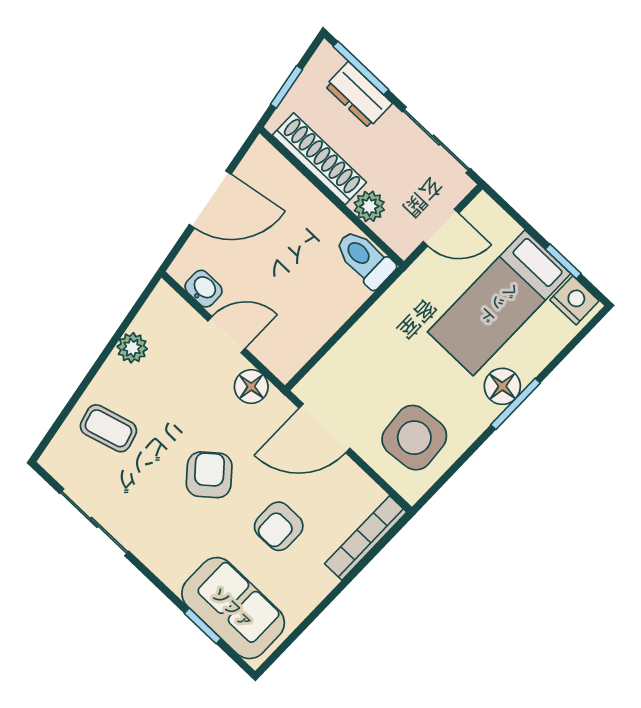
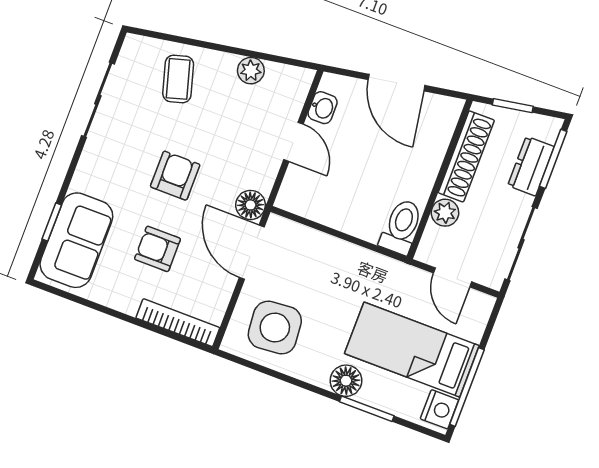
window: (563, 261) -> (467, 387), width x2.17
floor lamp: (251, 387) -> (251, 205), moved
window: (515, 404) -> (367, 409), moved
armchair: (209, 475) -> (175, 176), turned -50

